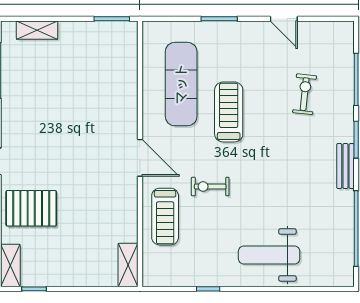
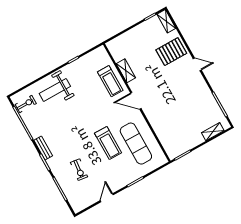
door: (284, 19) -> (107, 198), hinge flipped
exercise bike: (210, 187) -> (26, 104), moved
treadmill: (165, 217) -> (110, 81), turned 180
weight bench: (269, 255) -> (55, 90), turned 180
shelving: (128, 265) -> (126, 71), moved

